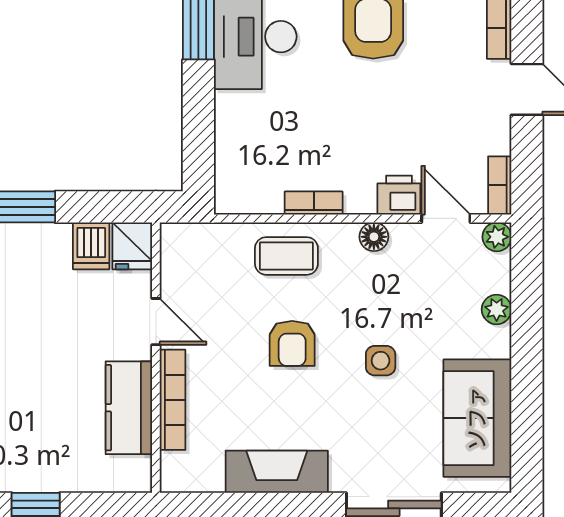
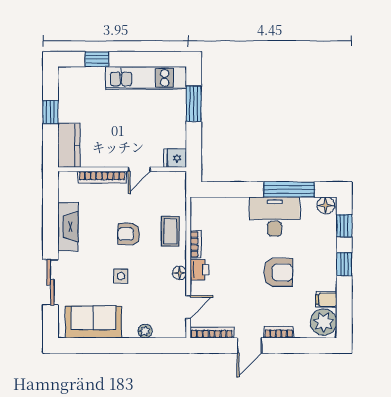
bookcase: (500, 185) -> (212, 333), width x1.56
printer: (399, 195) -> (199, 270), moved
plant: (497, 237) -> (179, 331), removed
dishwasher: (91, 246) -> (175, 139), removed
kitchen counter: (129, 408) -> (69, 145), moved, turned 90

